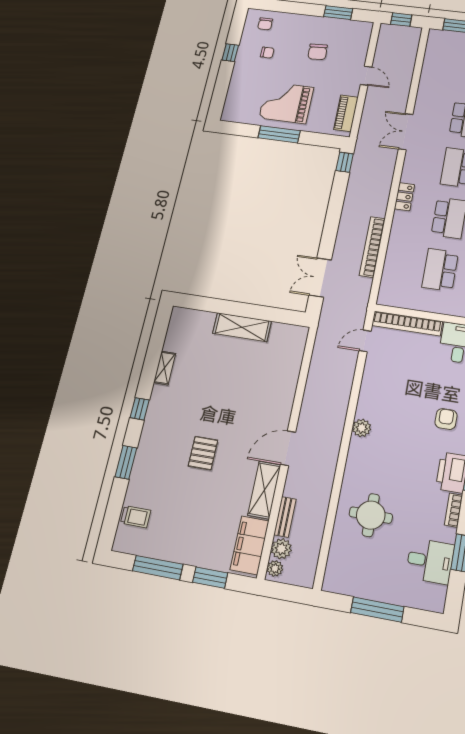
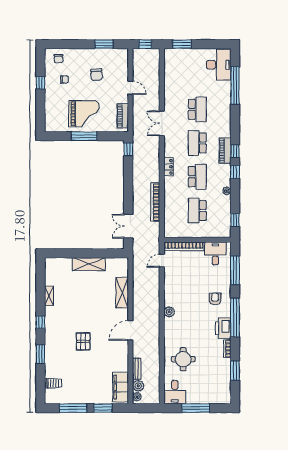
grand piano: (286, 103) -> (84, 114), turned 180
shelving: (264, 490) -> (122, 293), moved
desk: (430, 561) -> (175, 392), moved, turned 90

